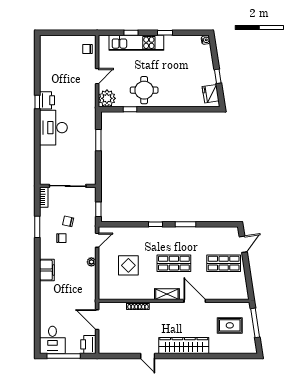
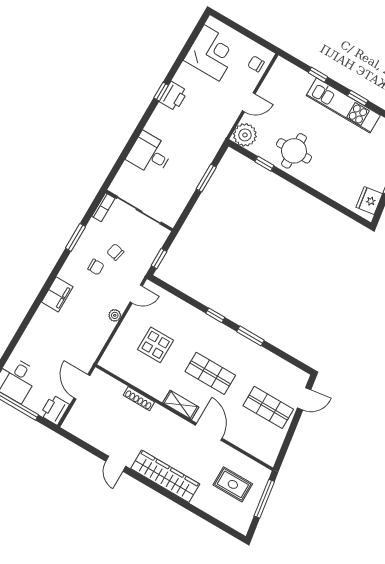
kitchen unit: (136, 43) -> (343, 105), moved
corner desk: (55, 59) -> (212, 53), added
desk: (53, 128) -> (150, 154), moved, width x0.73

